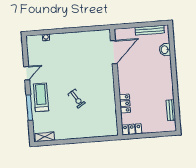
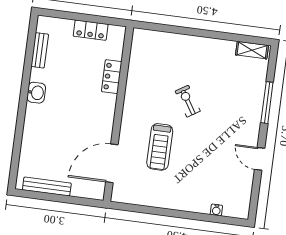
washbasin: (165, 50) -> (36, 93), moved
door: (27, 73) -> (260, 159), hinge flipped
treadmill: (41, 97) -> (160, 147), moved
locker: (132, 129) -> (91, 30), moved

